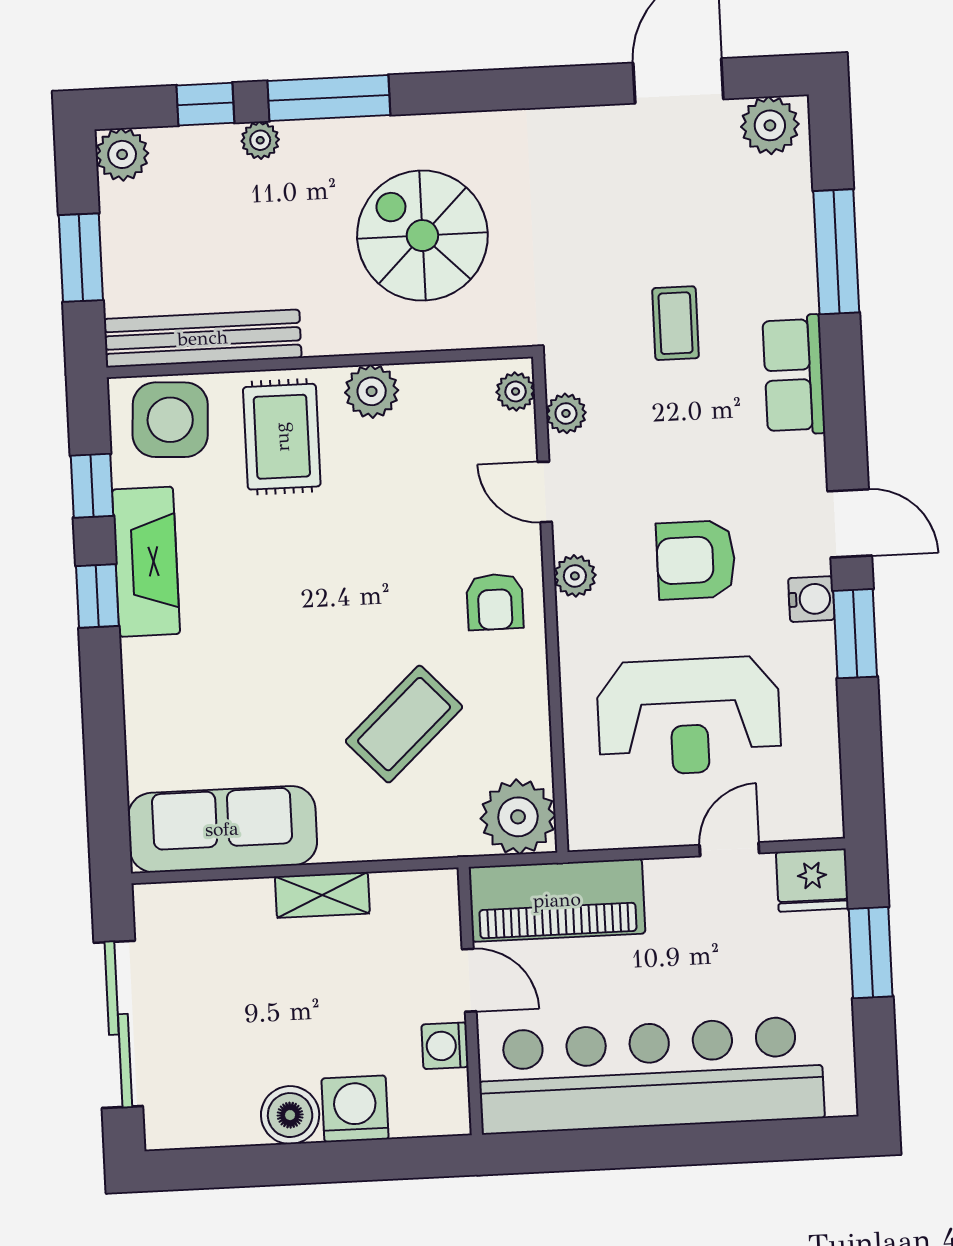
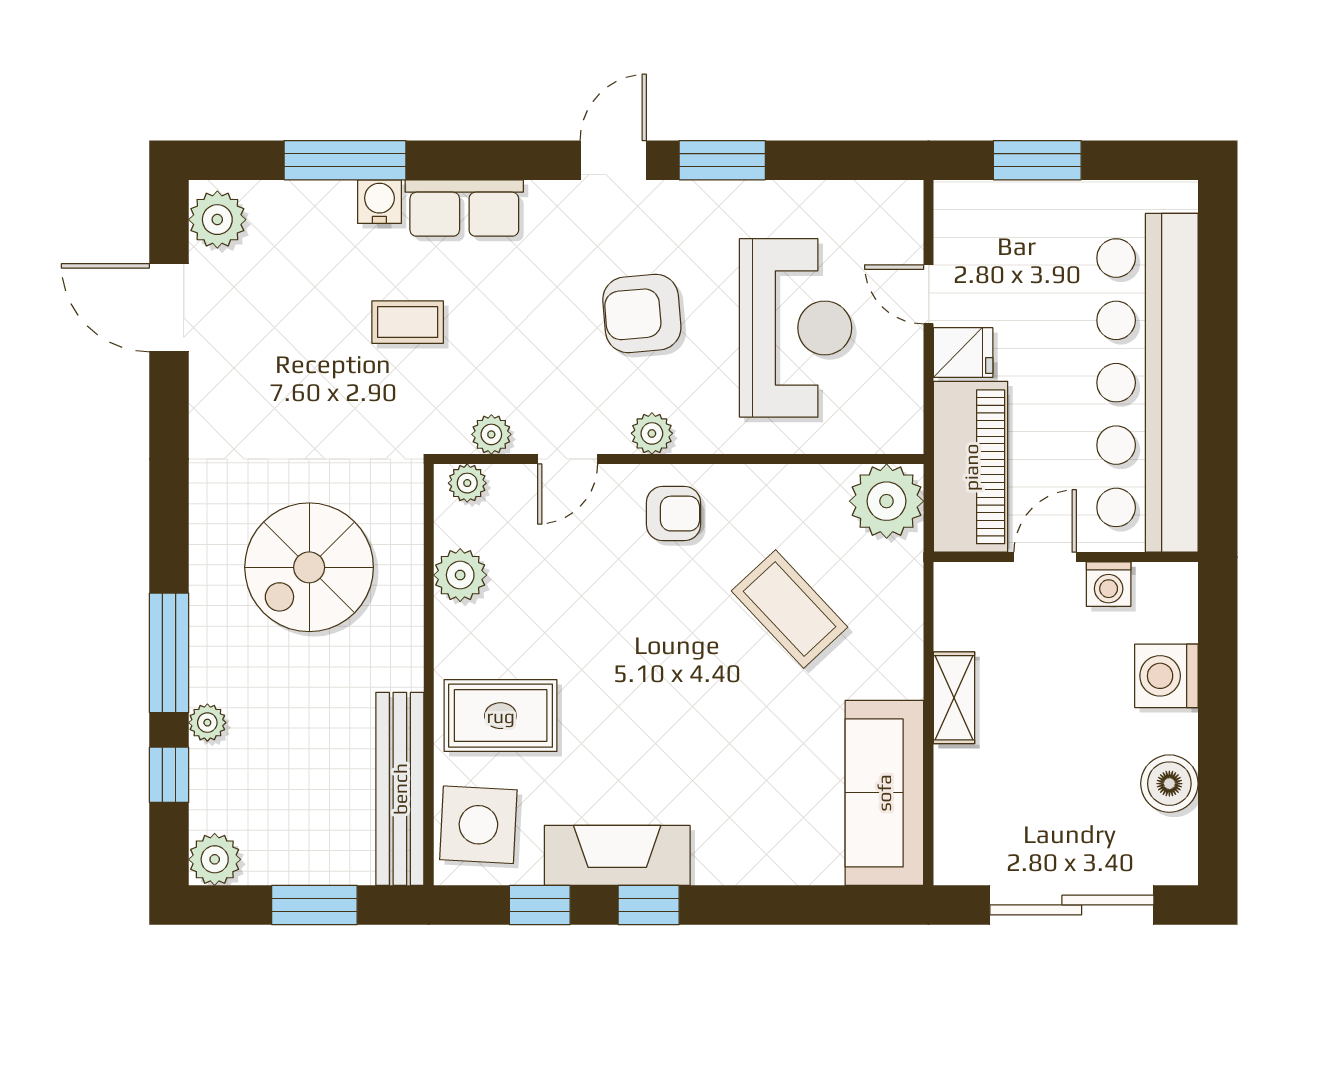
plant: (372, 391) -> (460, 575), moved
armchair: (696, 560) -> (642, 313), turned 85
water cooler: (811, 599) -> (379, 202), moved
fridge: (812, 880) -> (963, 353), moved, width x0.72
boiler: (290, 1115) -> (1169, 784), moved

